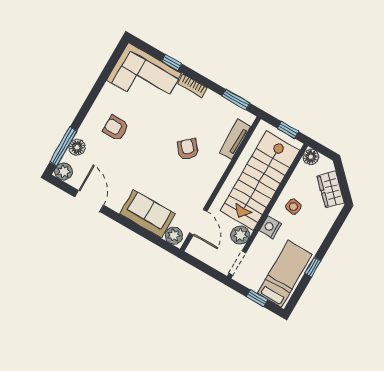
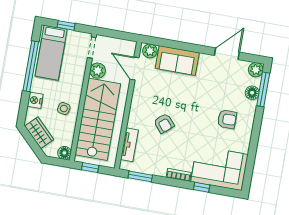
door: (89, 201) -> (227, 54), swing flipped
nightstand: (270, 227) -> (35, 100), moved, turned 180
window: (313, 267) -> (31, 66), width x3.17

